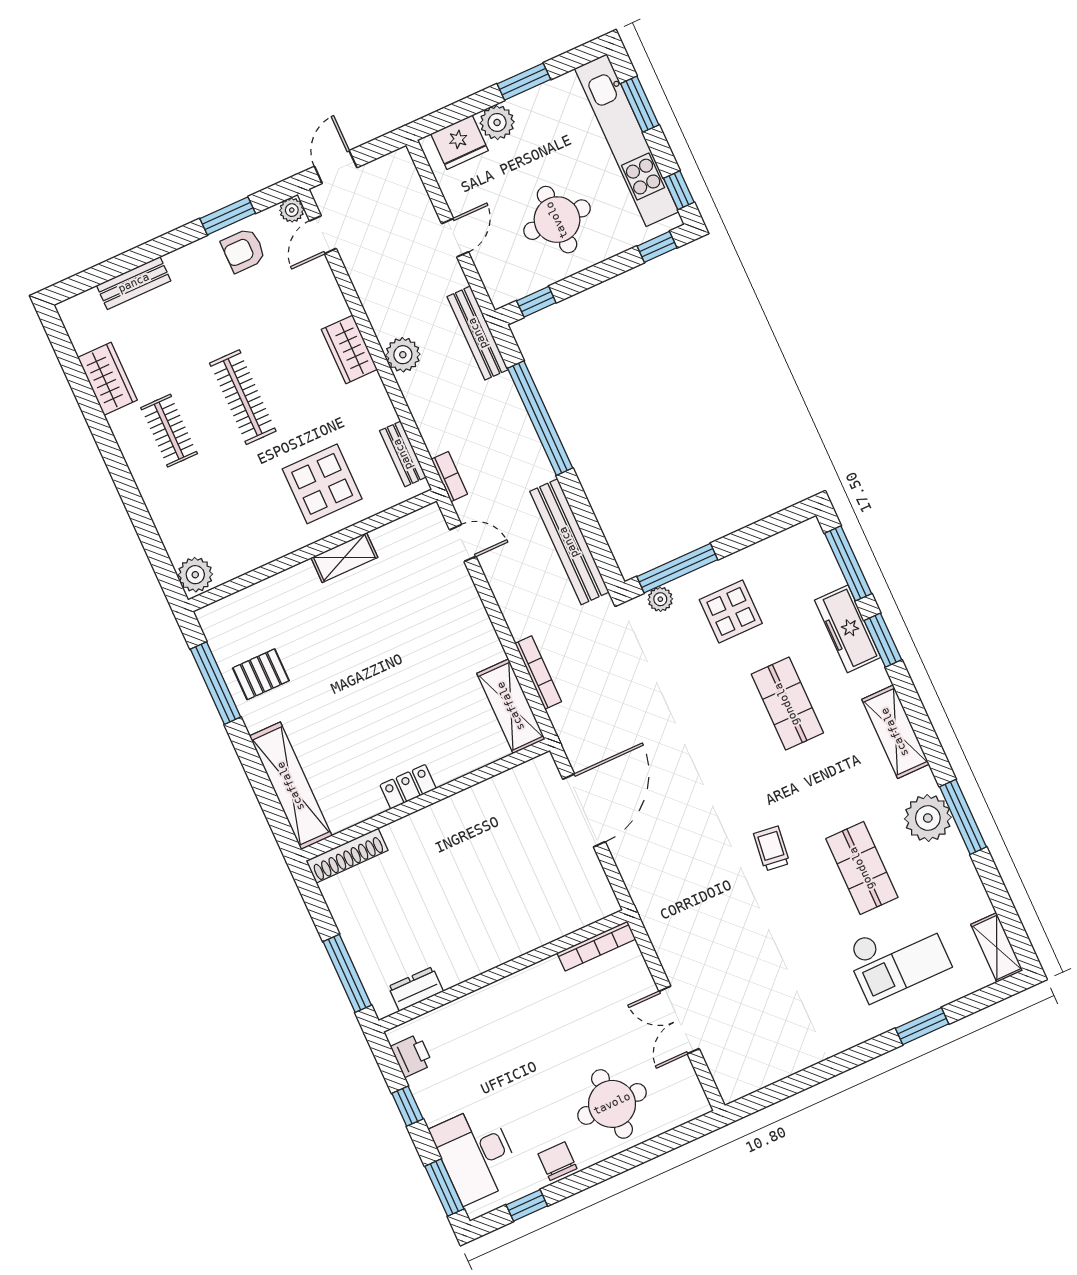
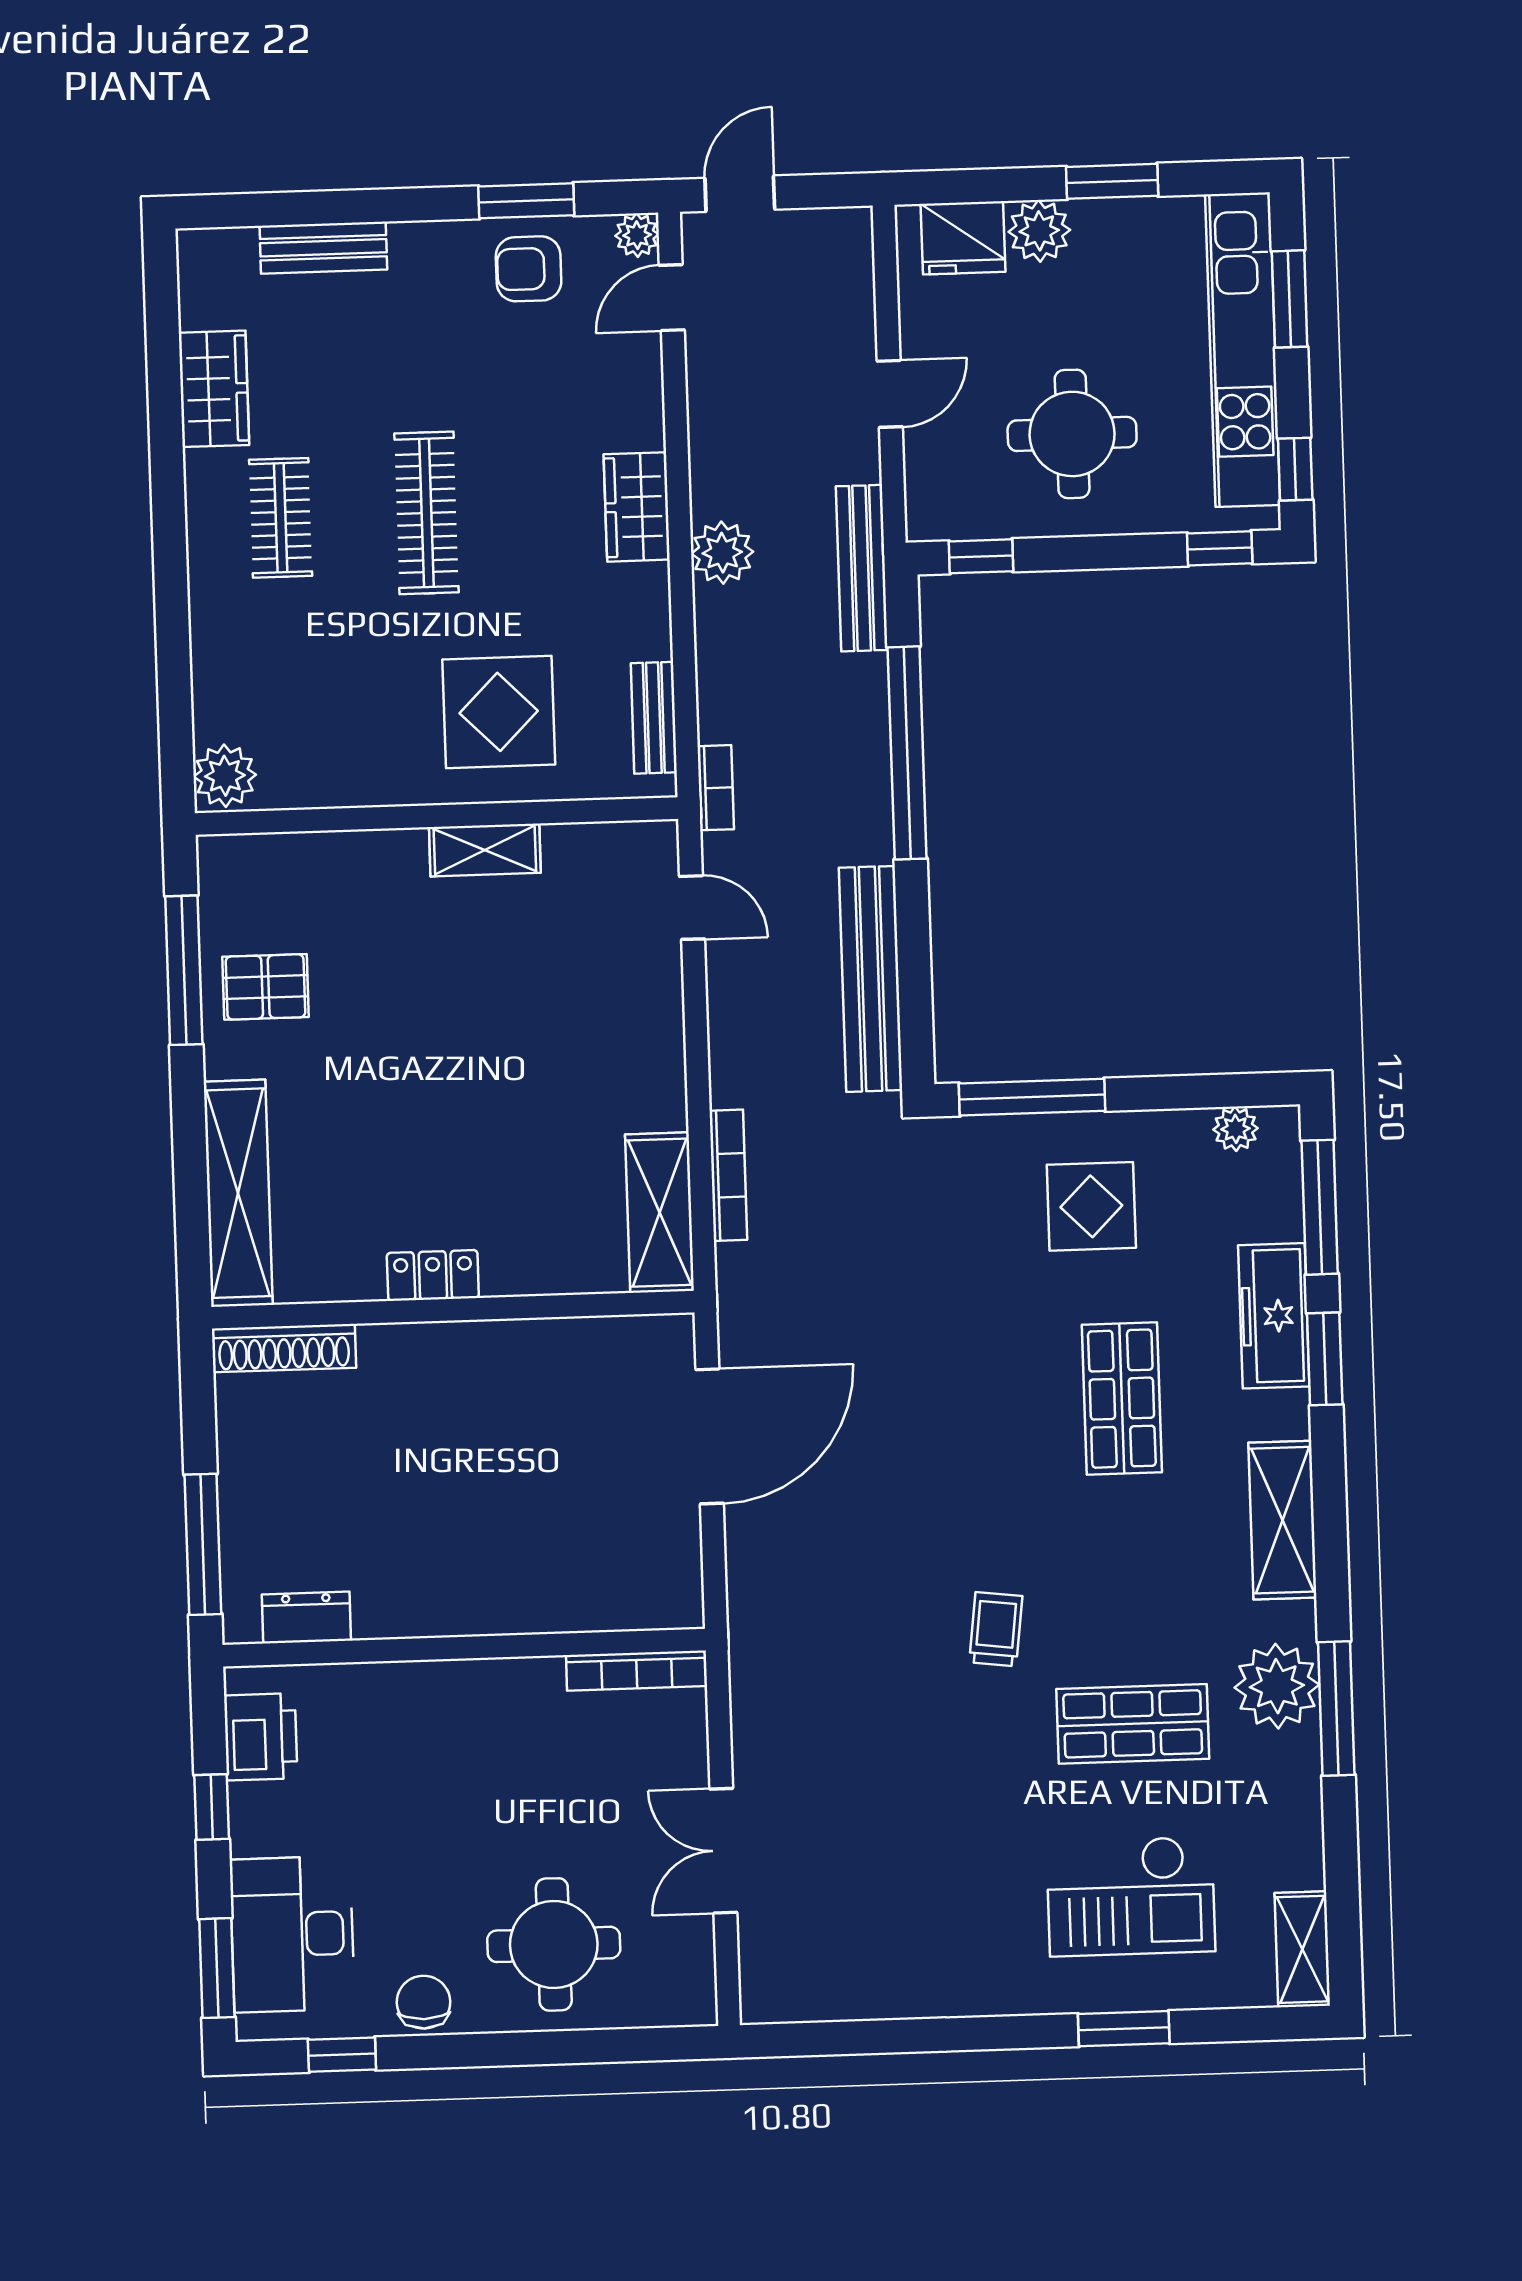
plant: (660, 599) -> (1236, 1129), moved
shop shelf: (862, 868) -> (1133, 1724), turned 90
printer: (412, 1056) -> (261, 1737), width x1.36, depth x1.24

